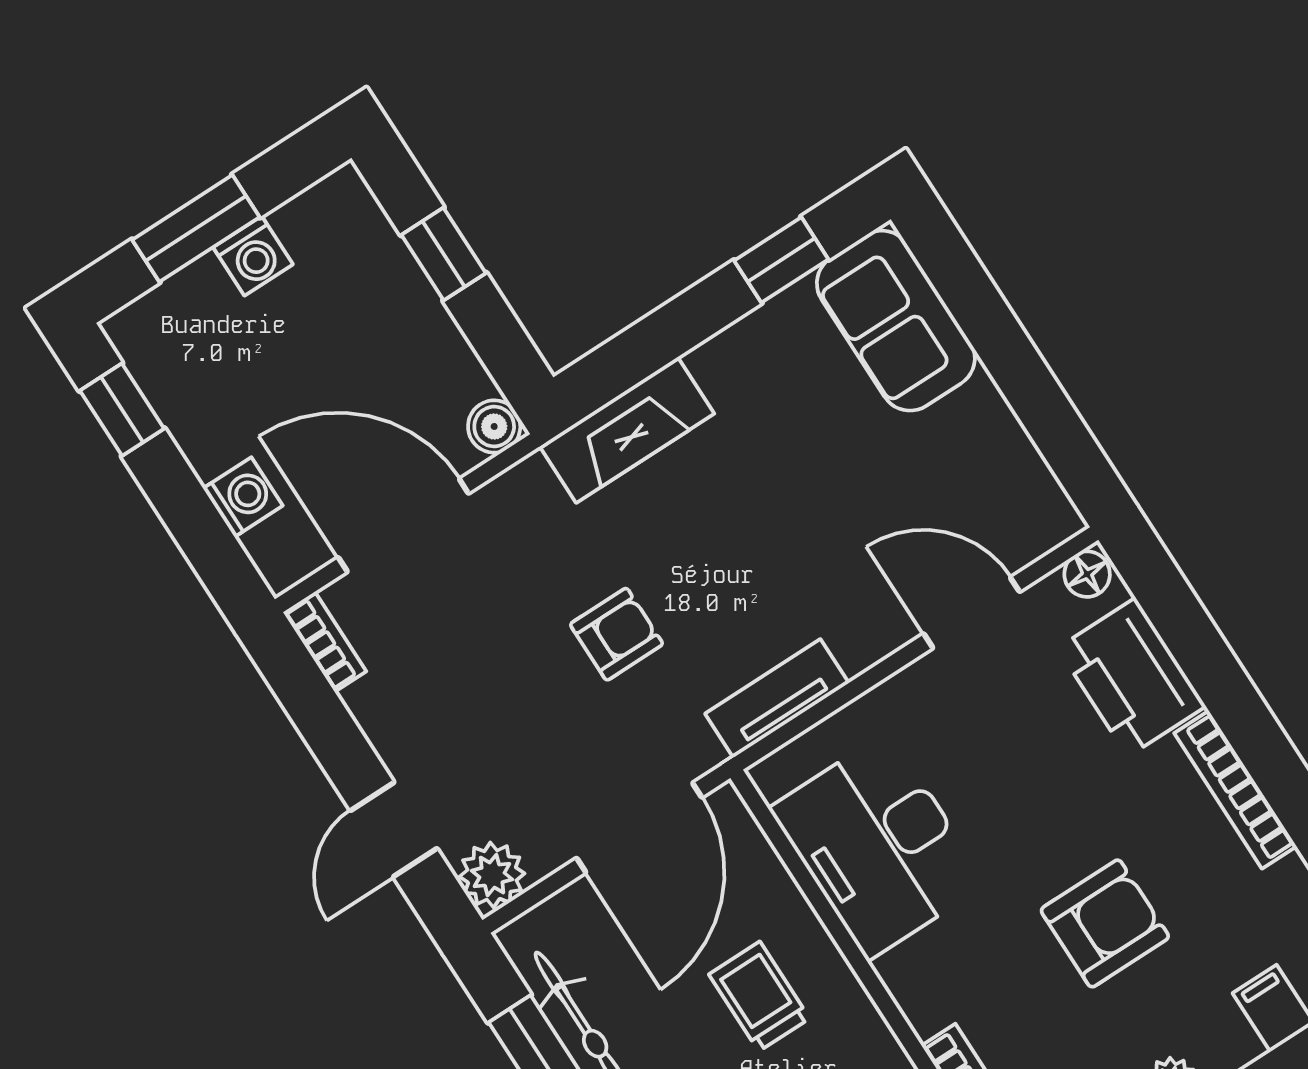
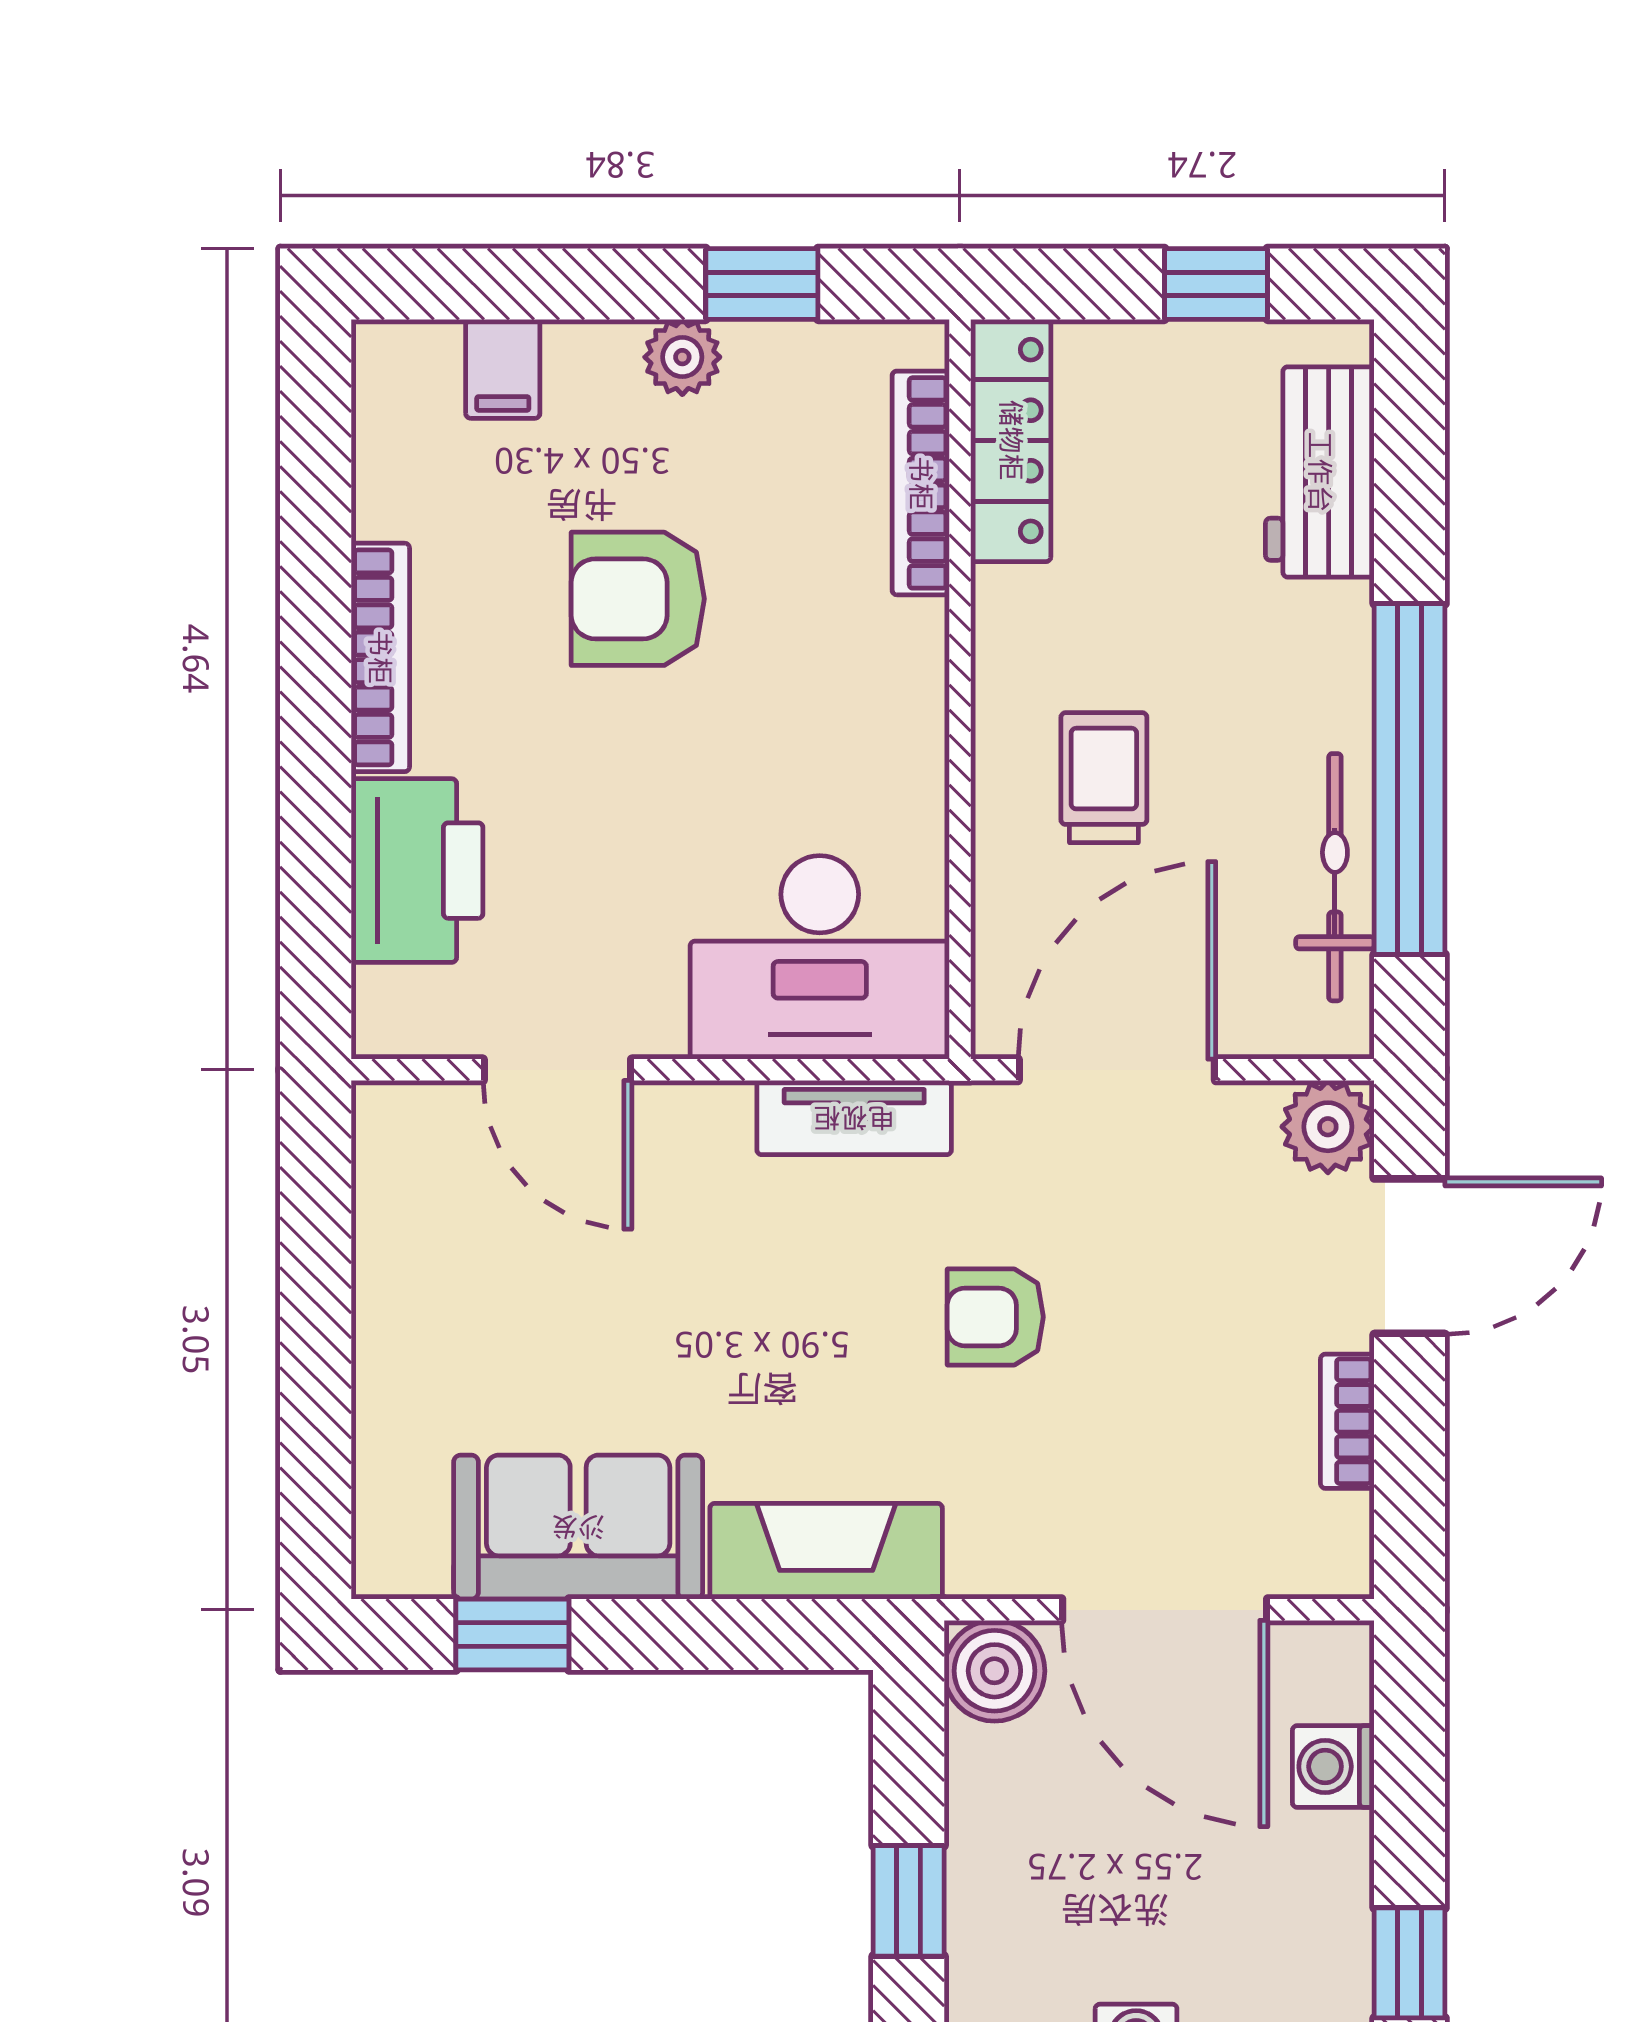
sofa: (896, 321) -> (578, 1527), moved, turned -90
boiler: (494, 426) -> (994, 1671), width x1.36, depth x1.36
floor lamp: (1087, 574) -> (391, 1027), removed
bookcase: (325, 642) -> (1347, 1421), moved
door: (394, 830) -> (1410, 1256), width x1.38
desk: (878, 846) -> (820, 957), moved, turned 90
trolley: (759, 996) -> (1104, 778), turned 180

